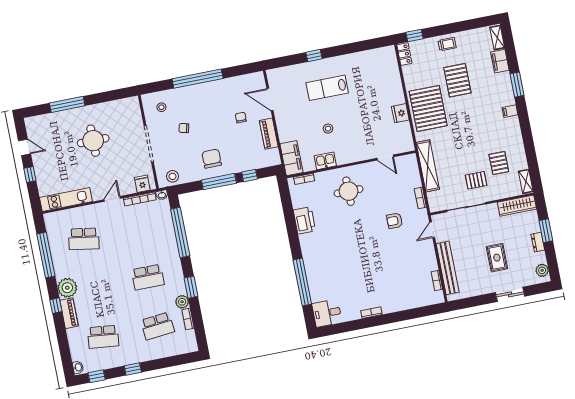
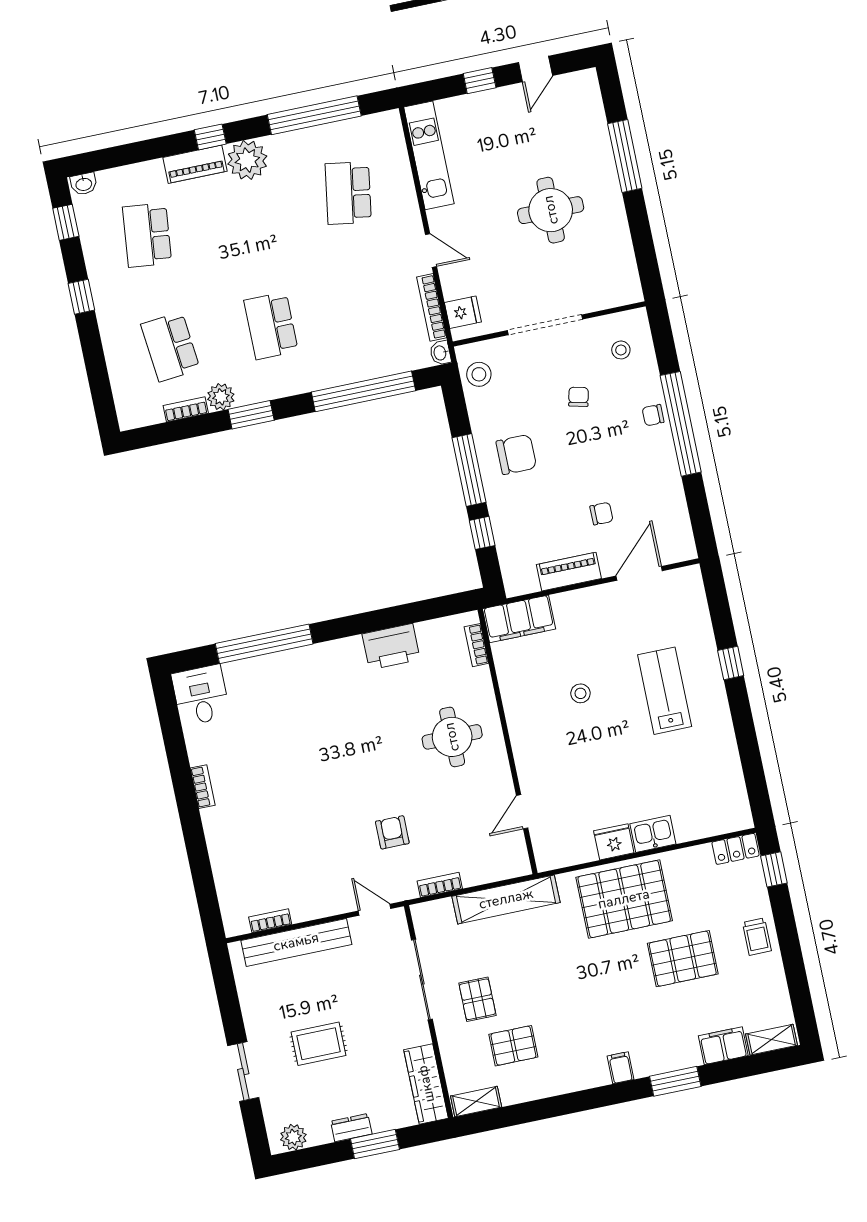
chair: (193, 92) -> (653, 415), added
kitchen sink: (325, 161) -> (653, 834), moved, turned -90

